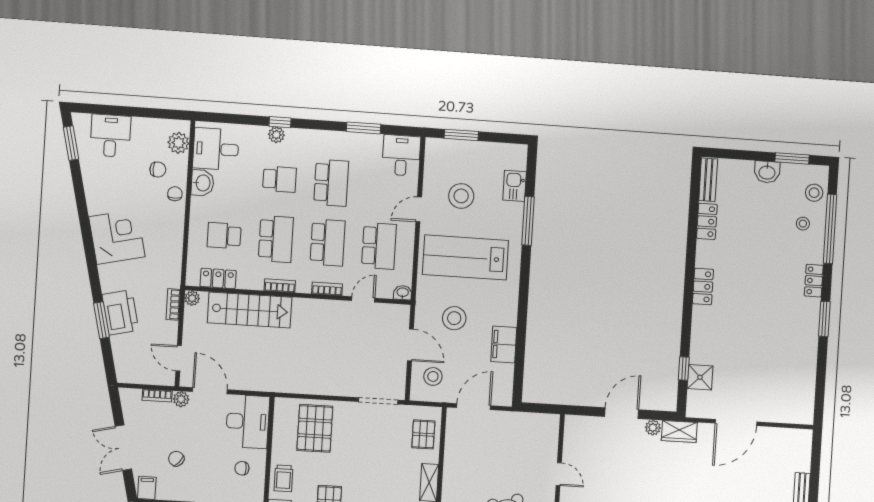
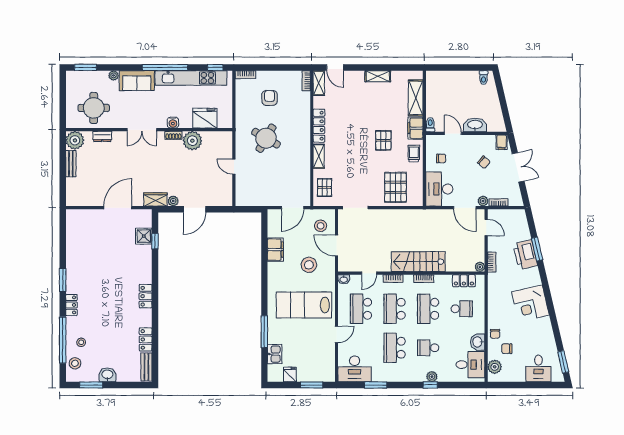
fridge: (493, 153) -> (290, 374), added
desk: (401, 155) -> (355, 369), width x1.37
stool: (461, 196) -> (309, 345), removed
lab bench: (465, 258) -> (304, 305), turned 180
stairs: (250, 310) -> (418, 262), moved

